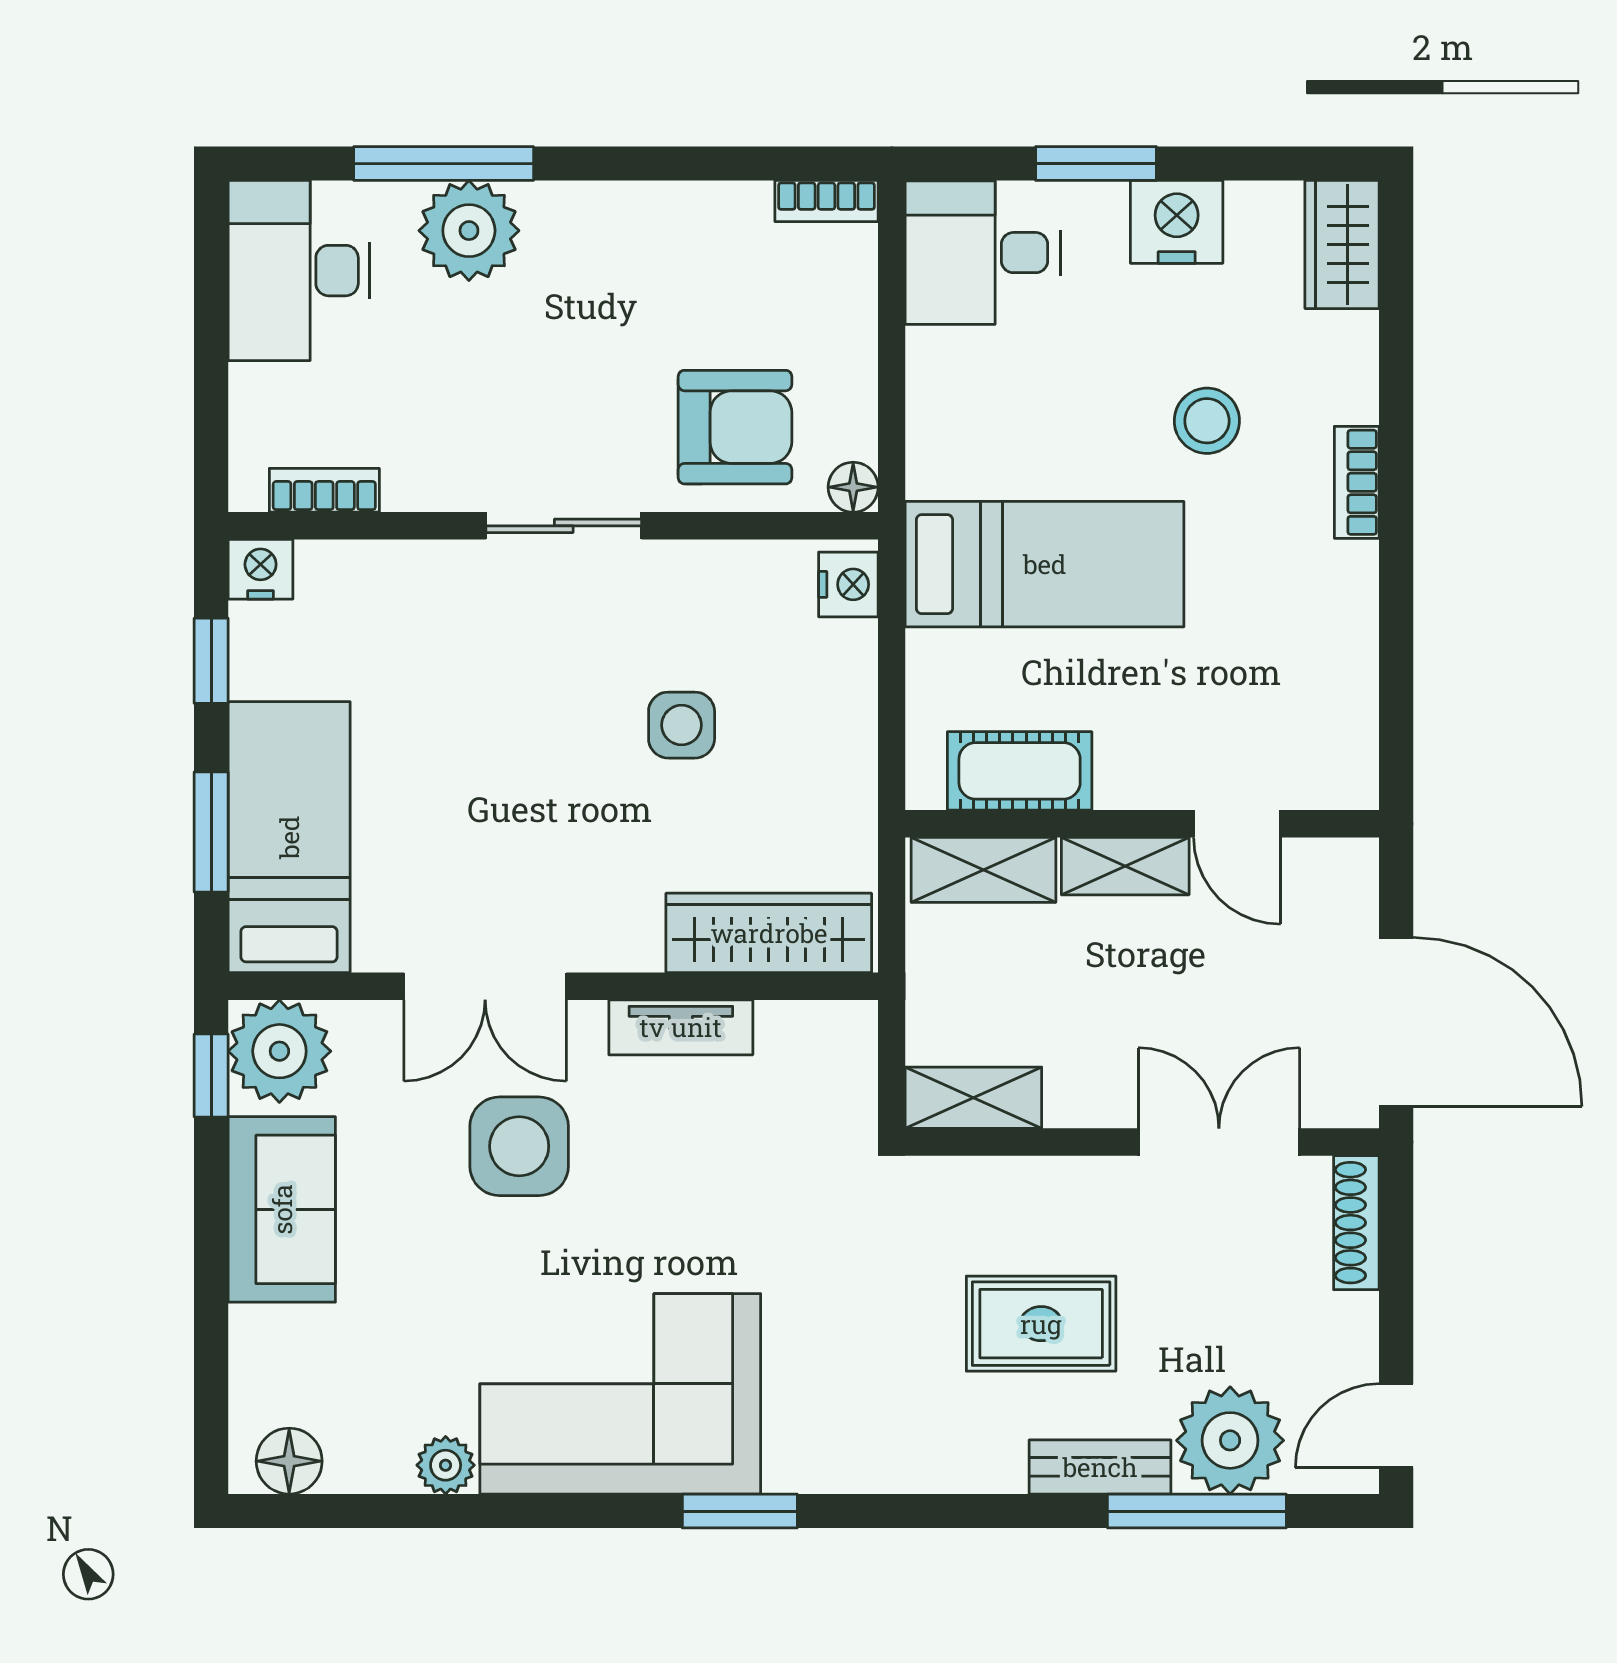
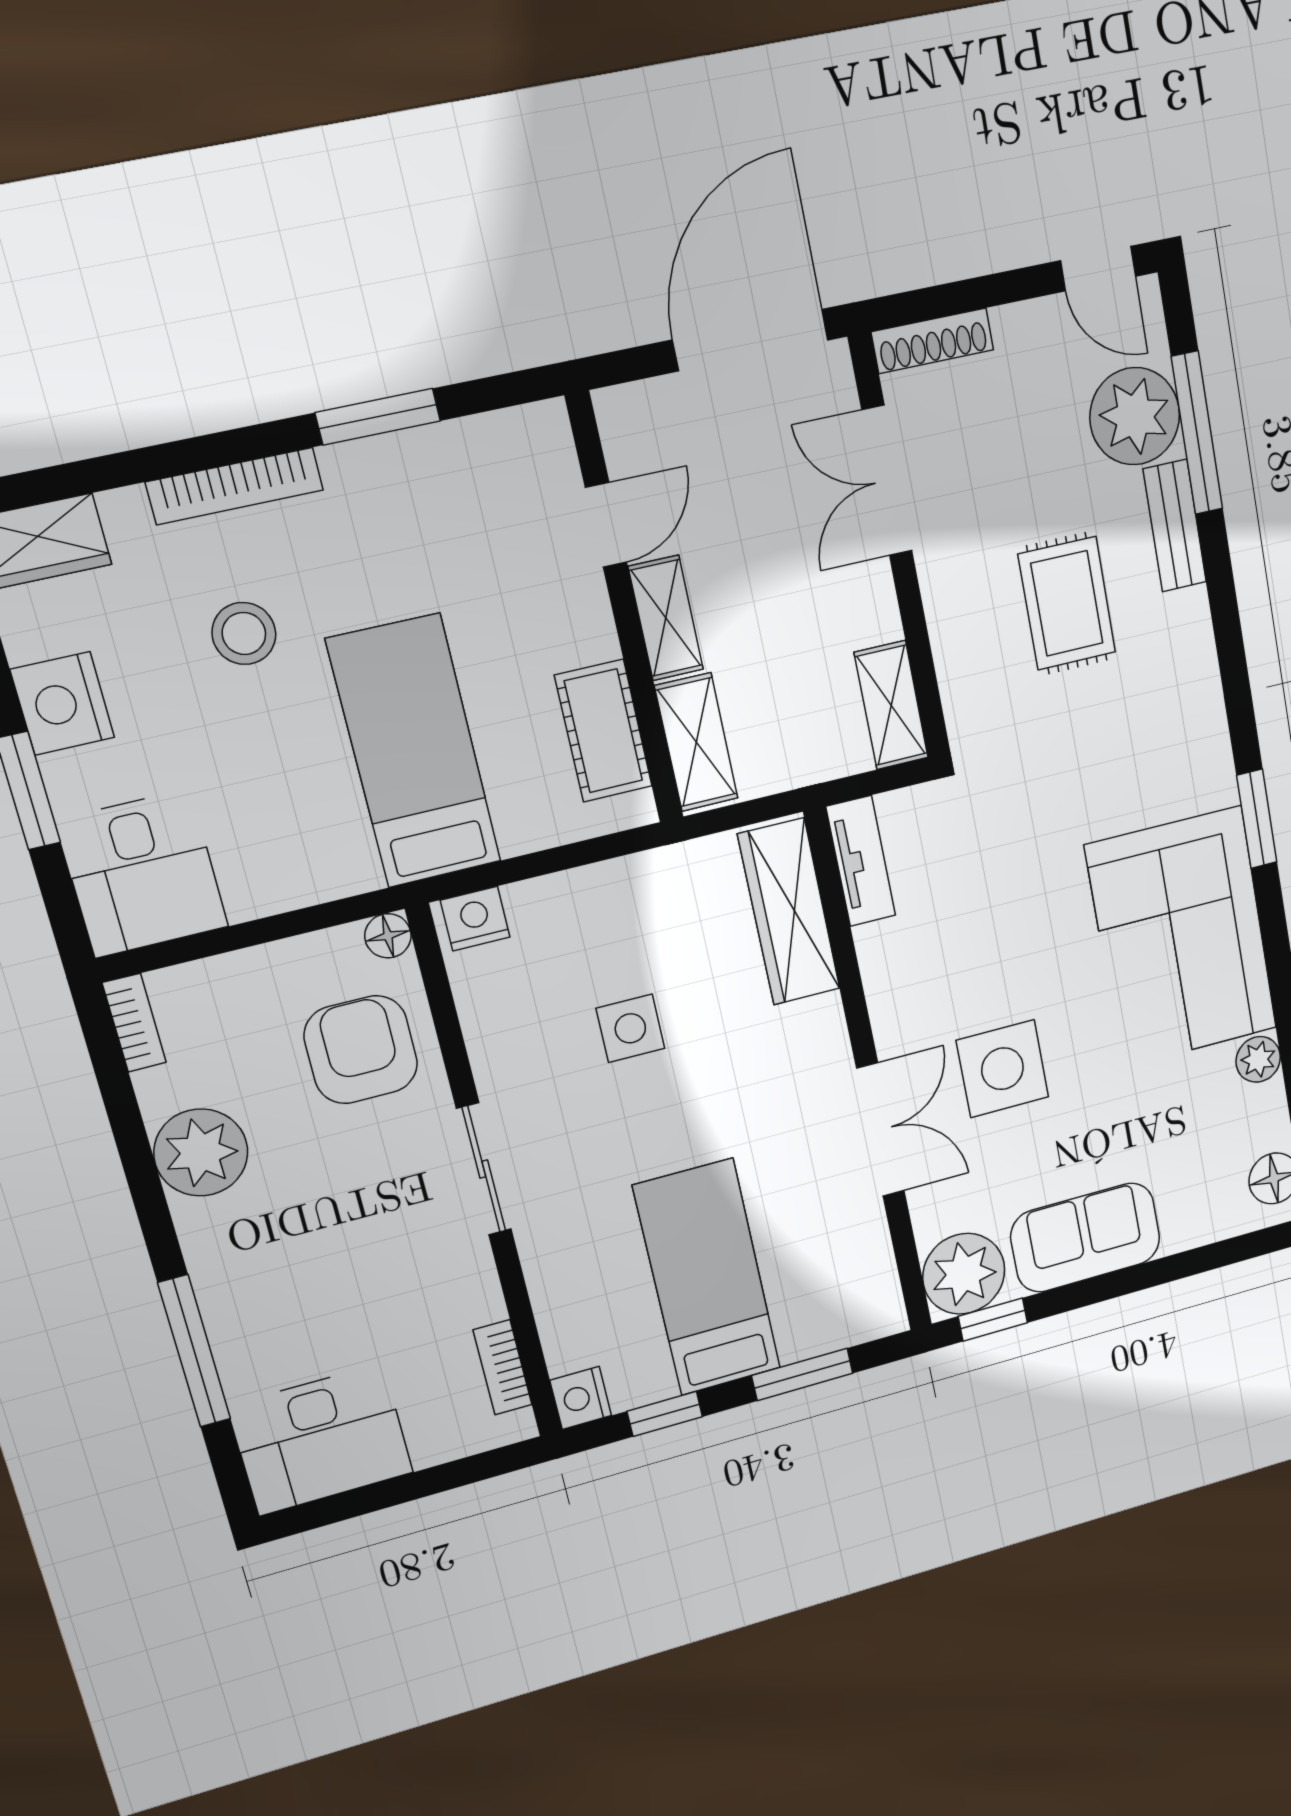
plant: (469, 231) -> (201, 1153), moved
bookcase: (1357, 482) -> (235, 486), width x1.56
window: (1396, 612) -> (378, 417), added
bed: (289, 837) -> (707, 1278), moved, turned 90
tv unit: (681, 1027) -> (861, 861), moved

